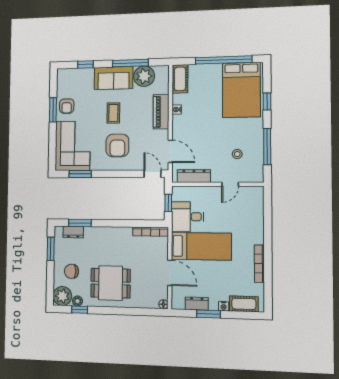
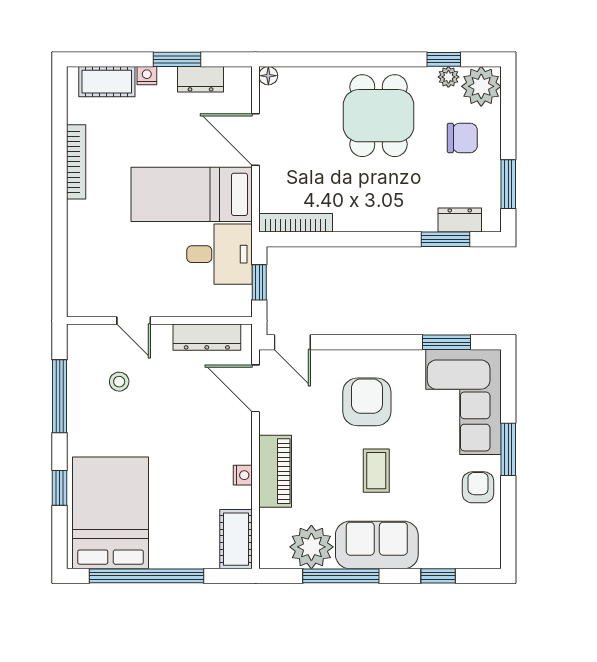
window: (53, 110) -> (508, 449), moved
door: (230, 184) -> (134, 320), swing flipped
dining table: (111, 283) -> (378, 116), turned 90

